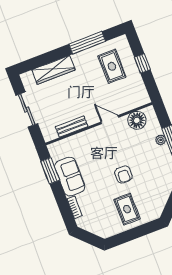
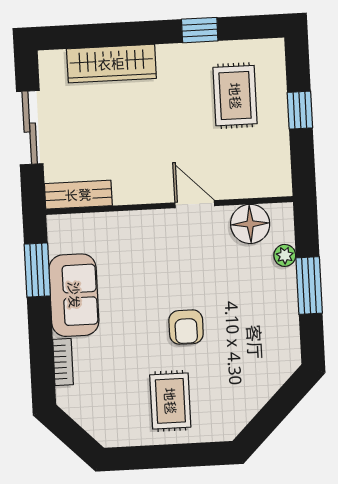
window: (87, 43) -> (200, 30), width x0.46
bench: (72, 127) -> (78, 195), moved
plant: (161, 140) -> (285, 255), moved

